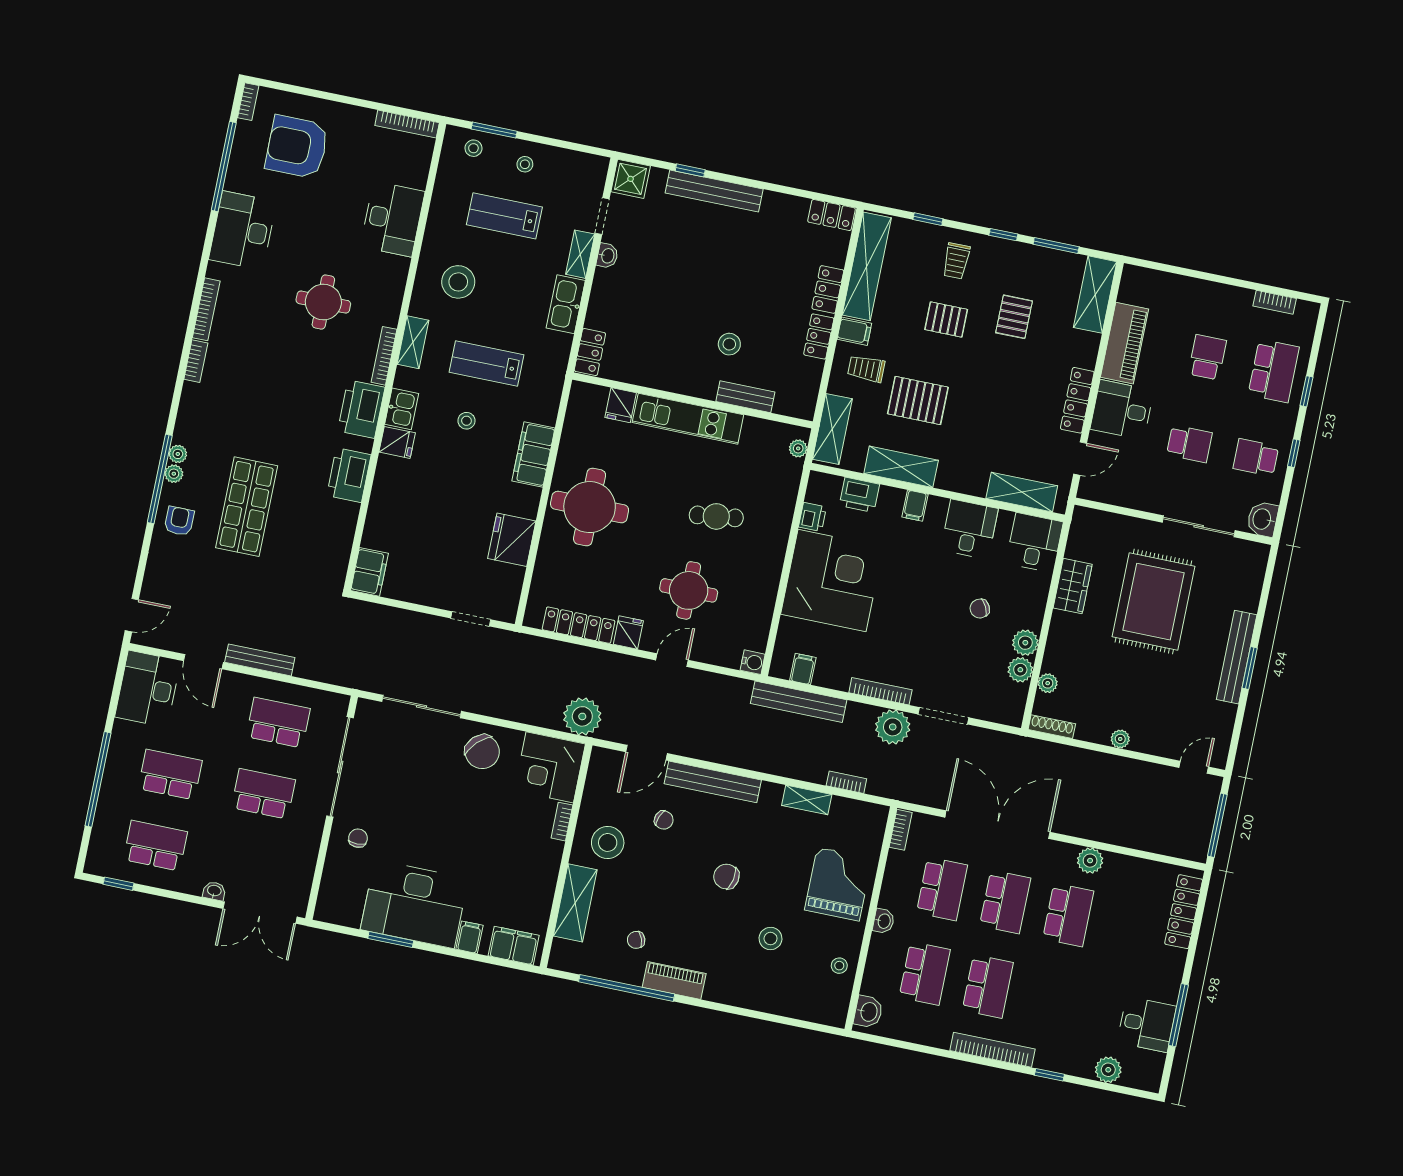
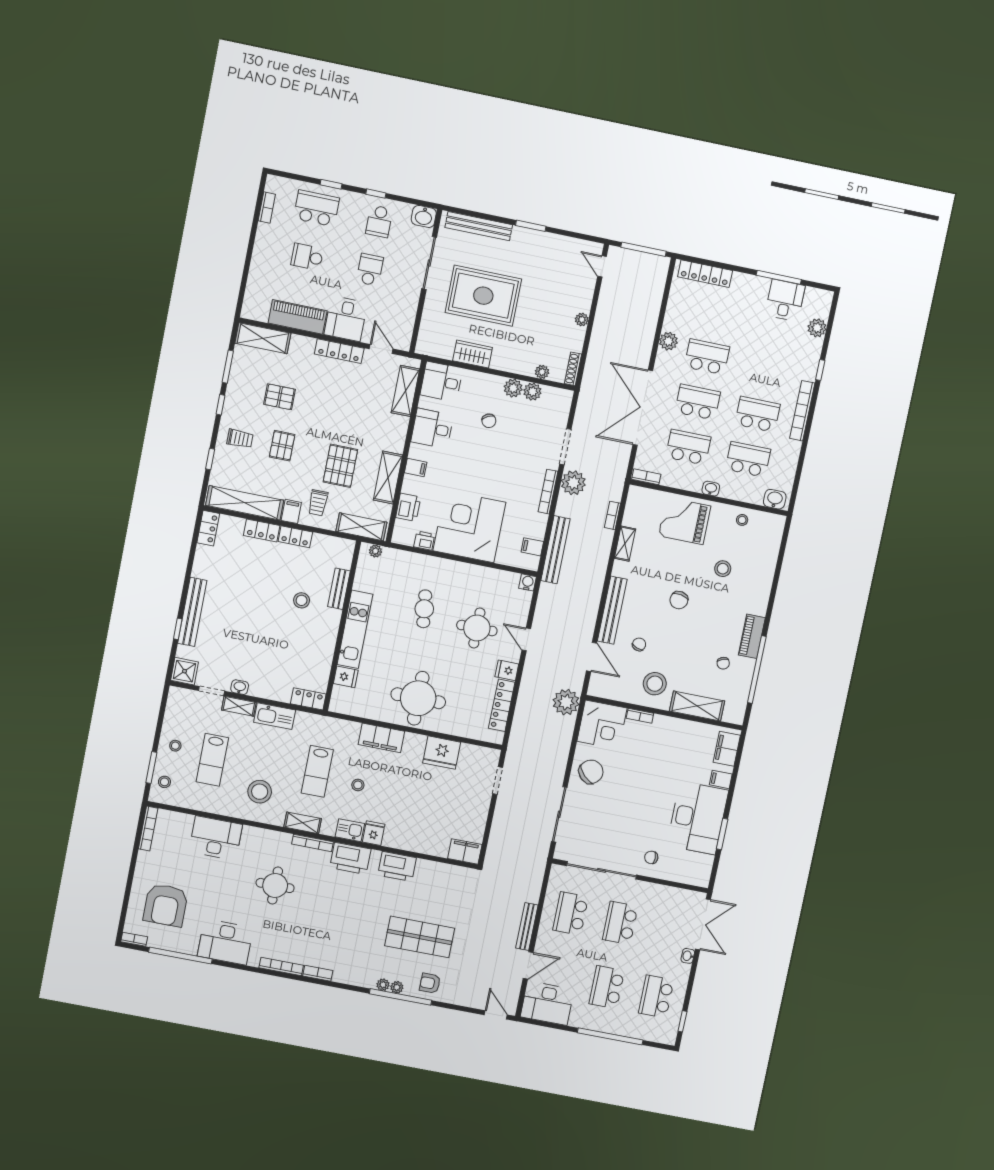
bench: (1237, 657) -> (479, 226), moved

